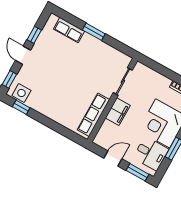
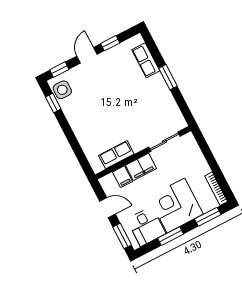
row of seats: (93, 115) -> (116, 155), width x0.68
filing cabinet: (109, 128) -> (123, 177), added

